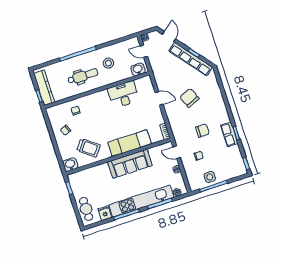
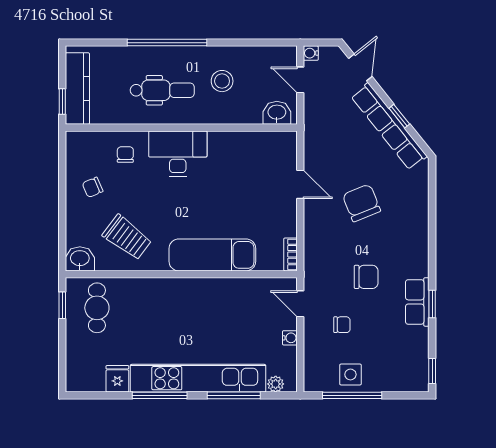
desk: (123, 95) -> (178, 154), moved
sofa: (130, 164) -> (199, 296), removed
cafe table: (86, 209) -> (97, 308), moved

